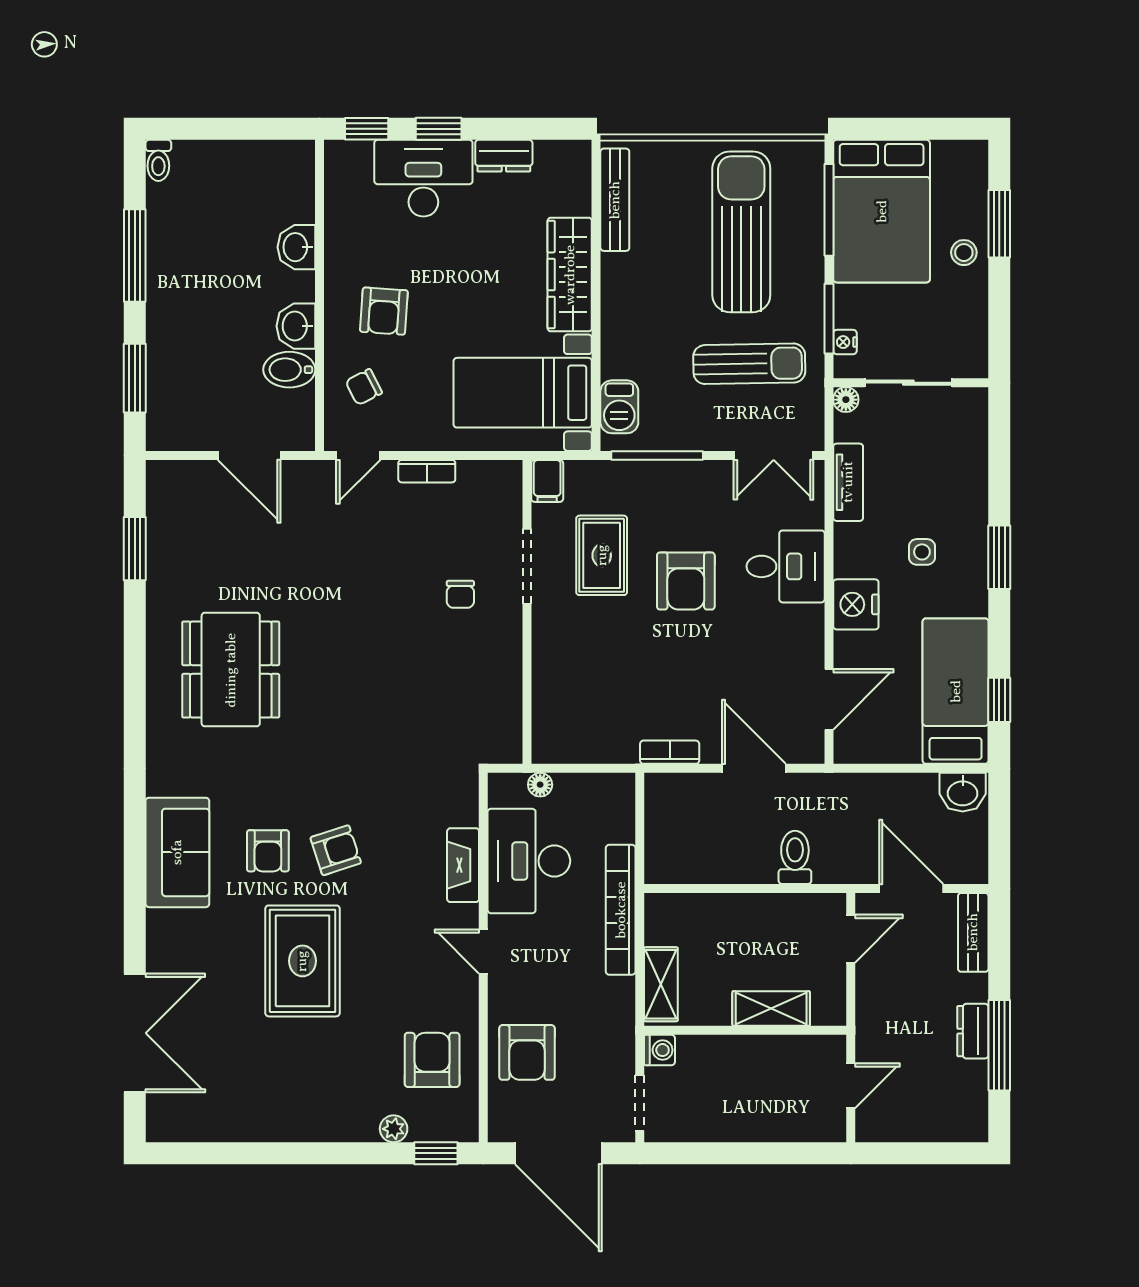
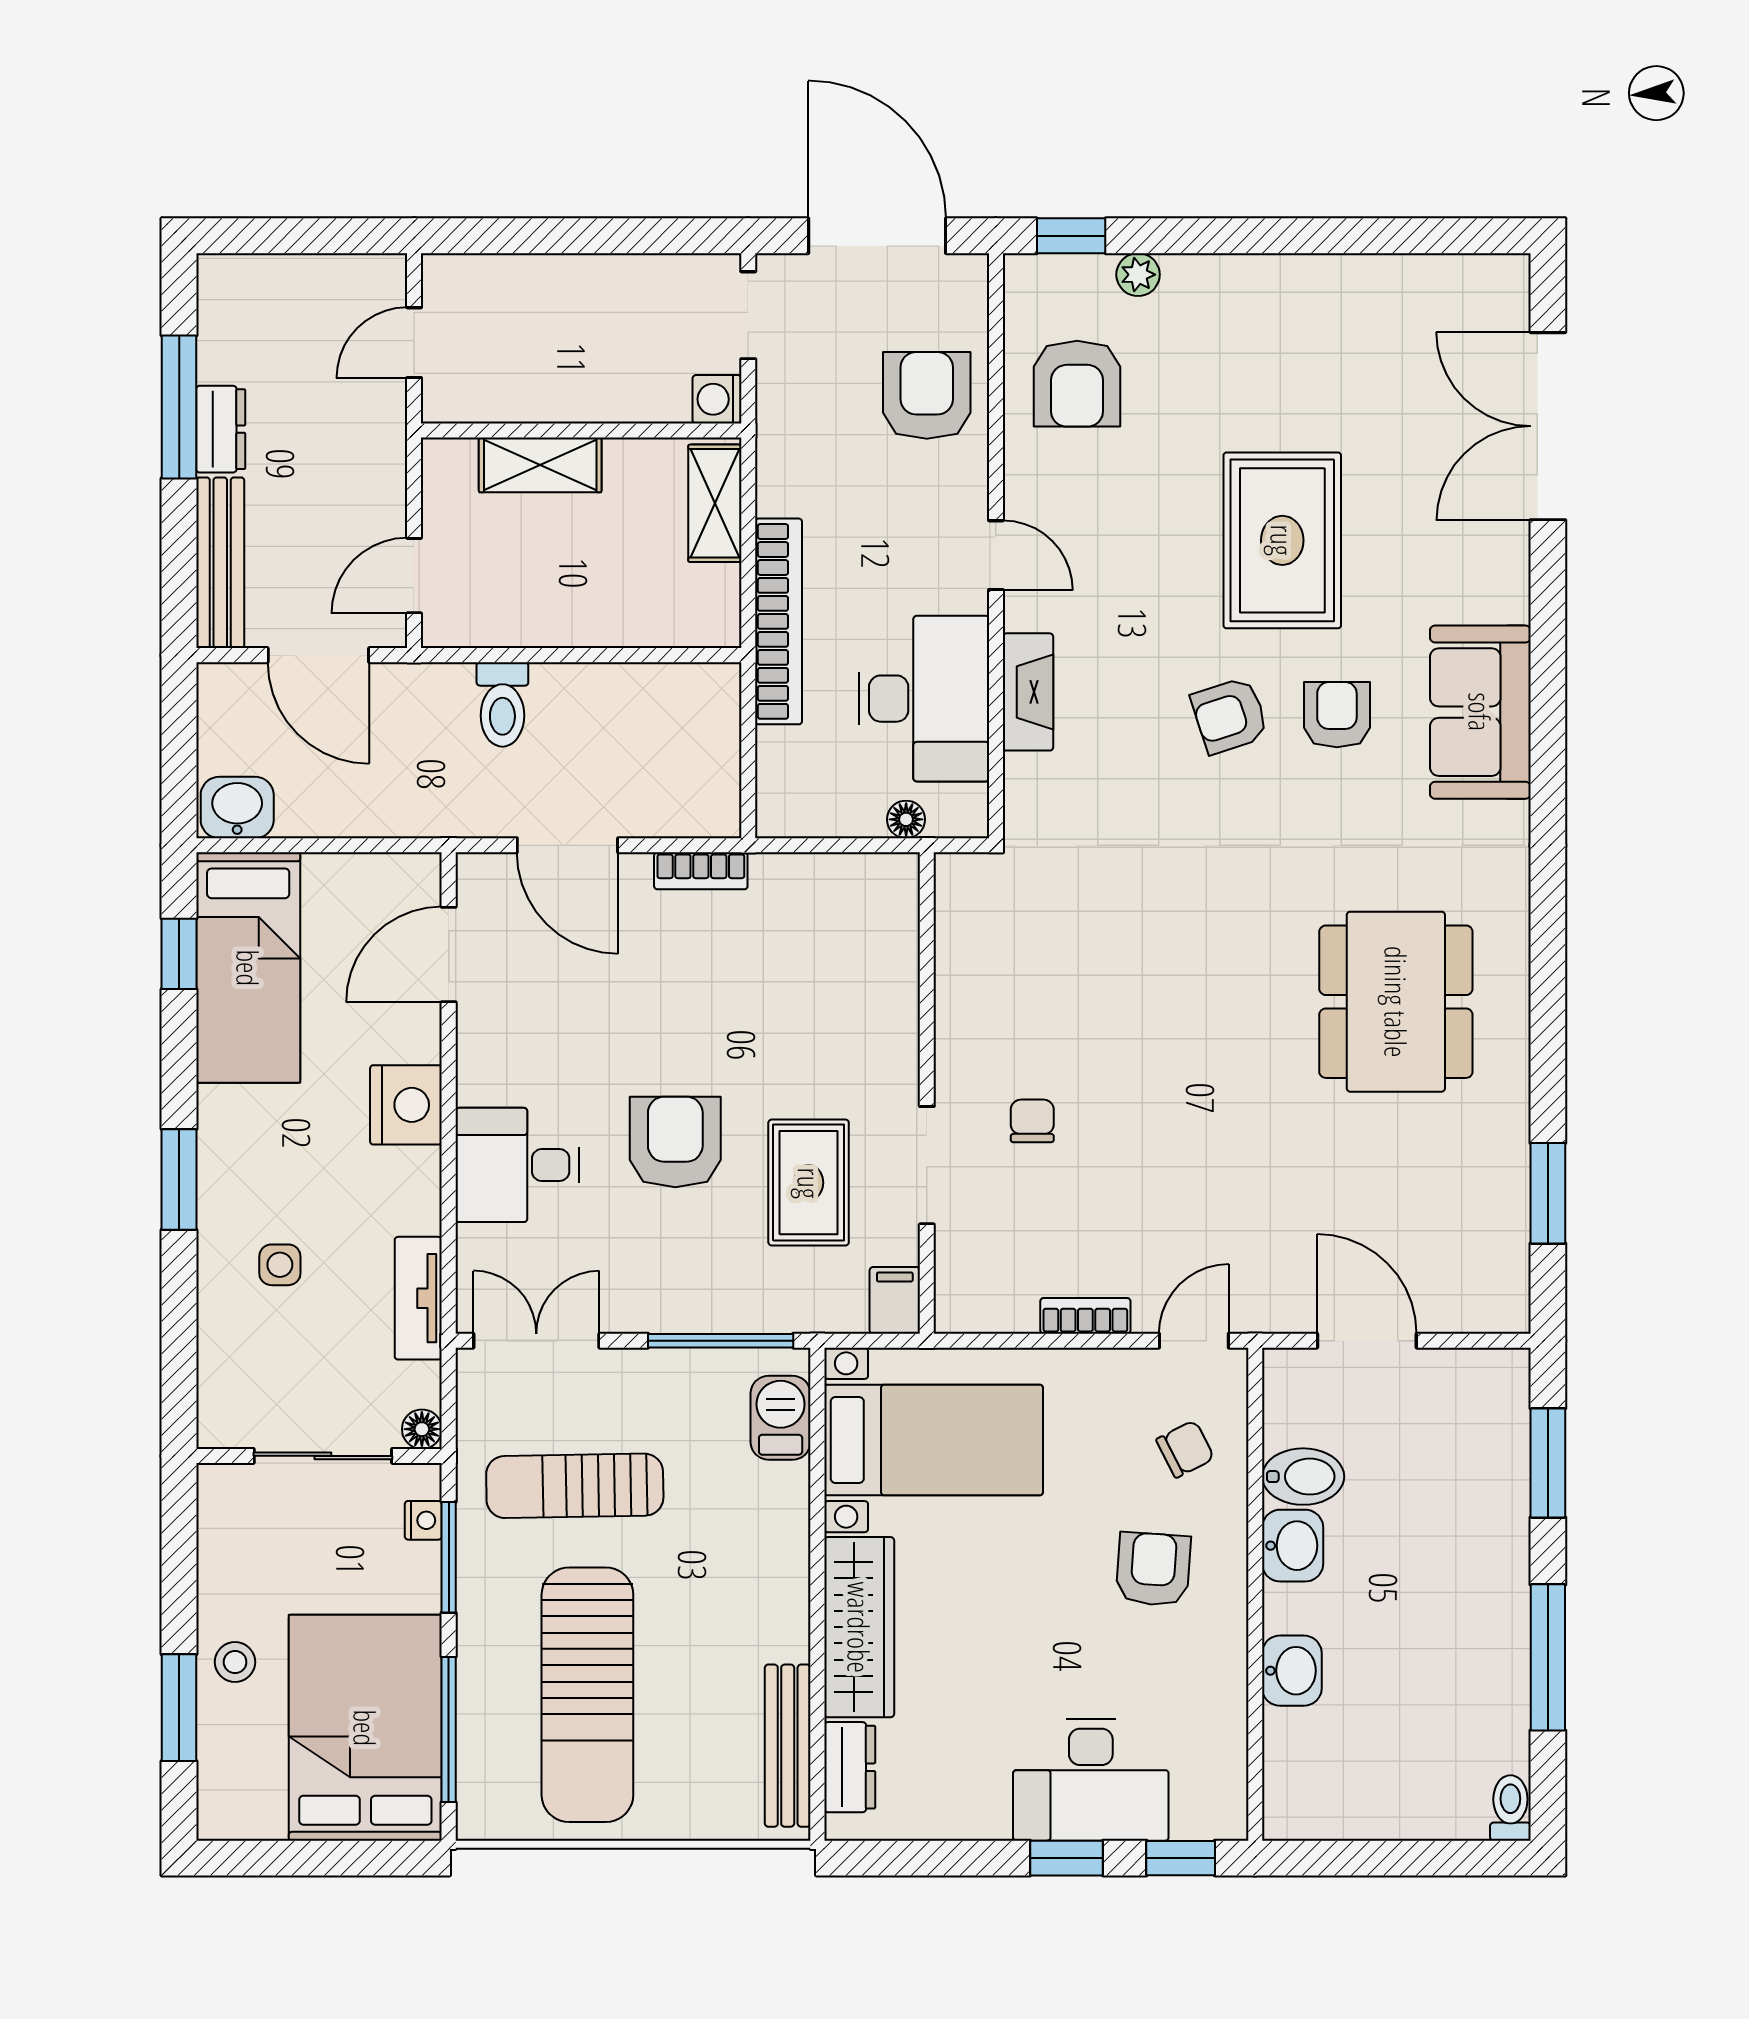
dresser: (504, 156) -> (850, 1767), moved, turned 90
side table: (922, 552) -> (280, 1265), moved
bench: (973, 932) -> (220, 563), width x1.36

